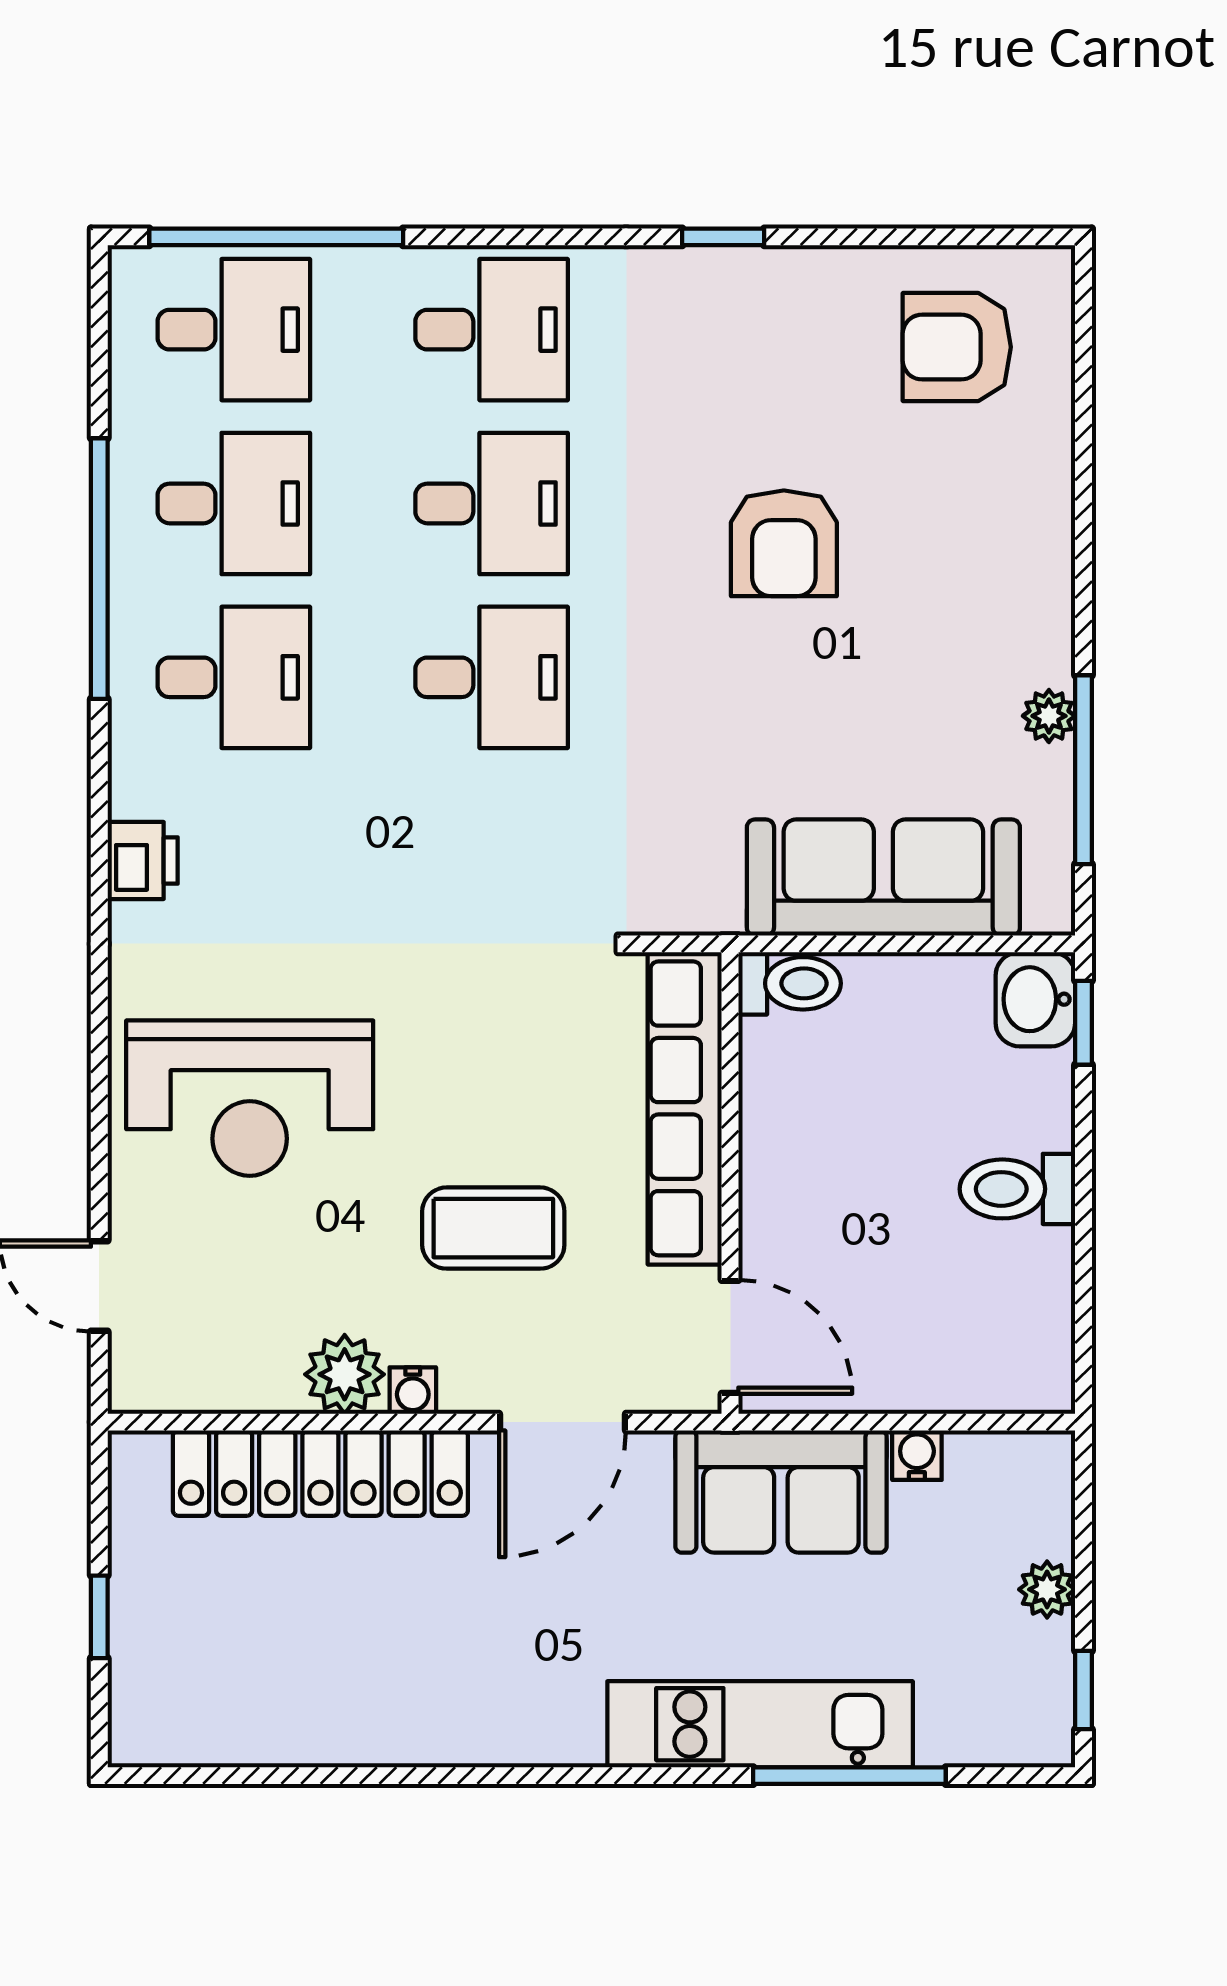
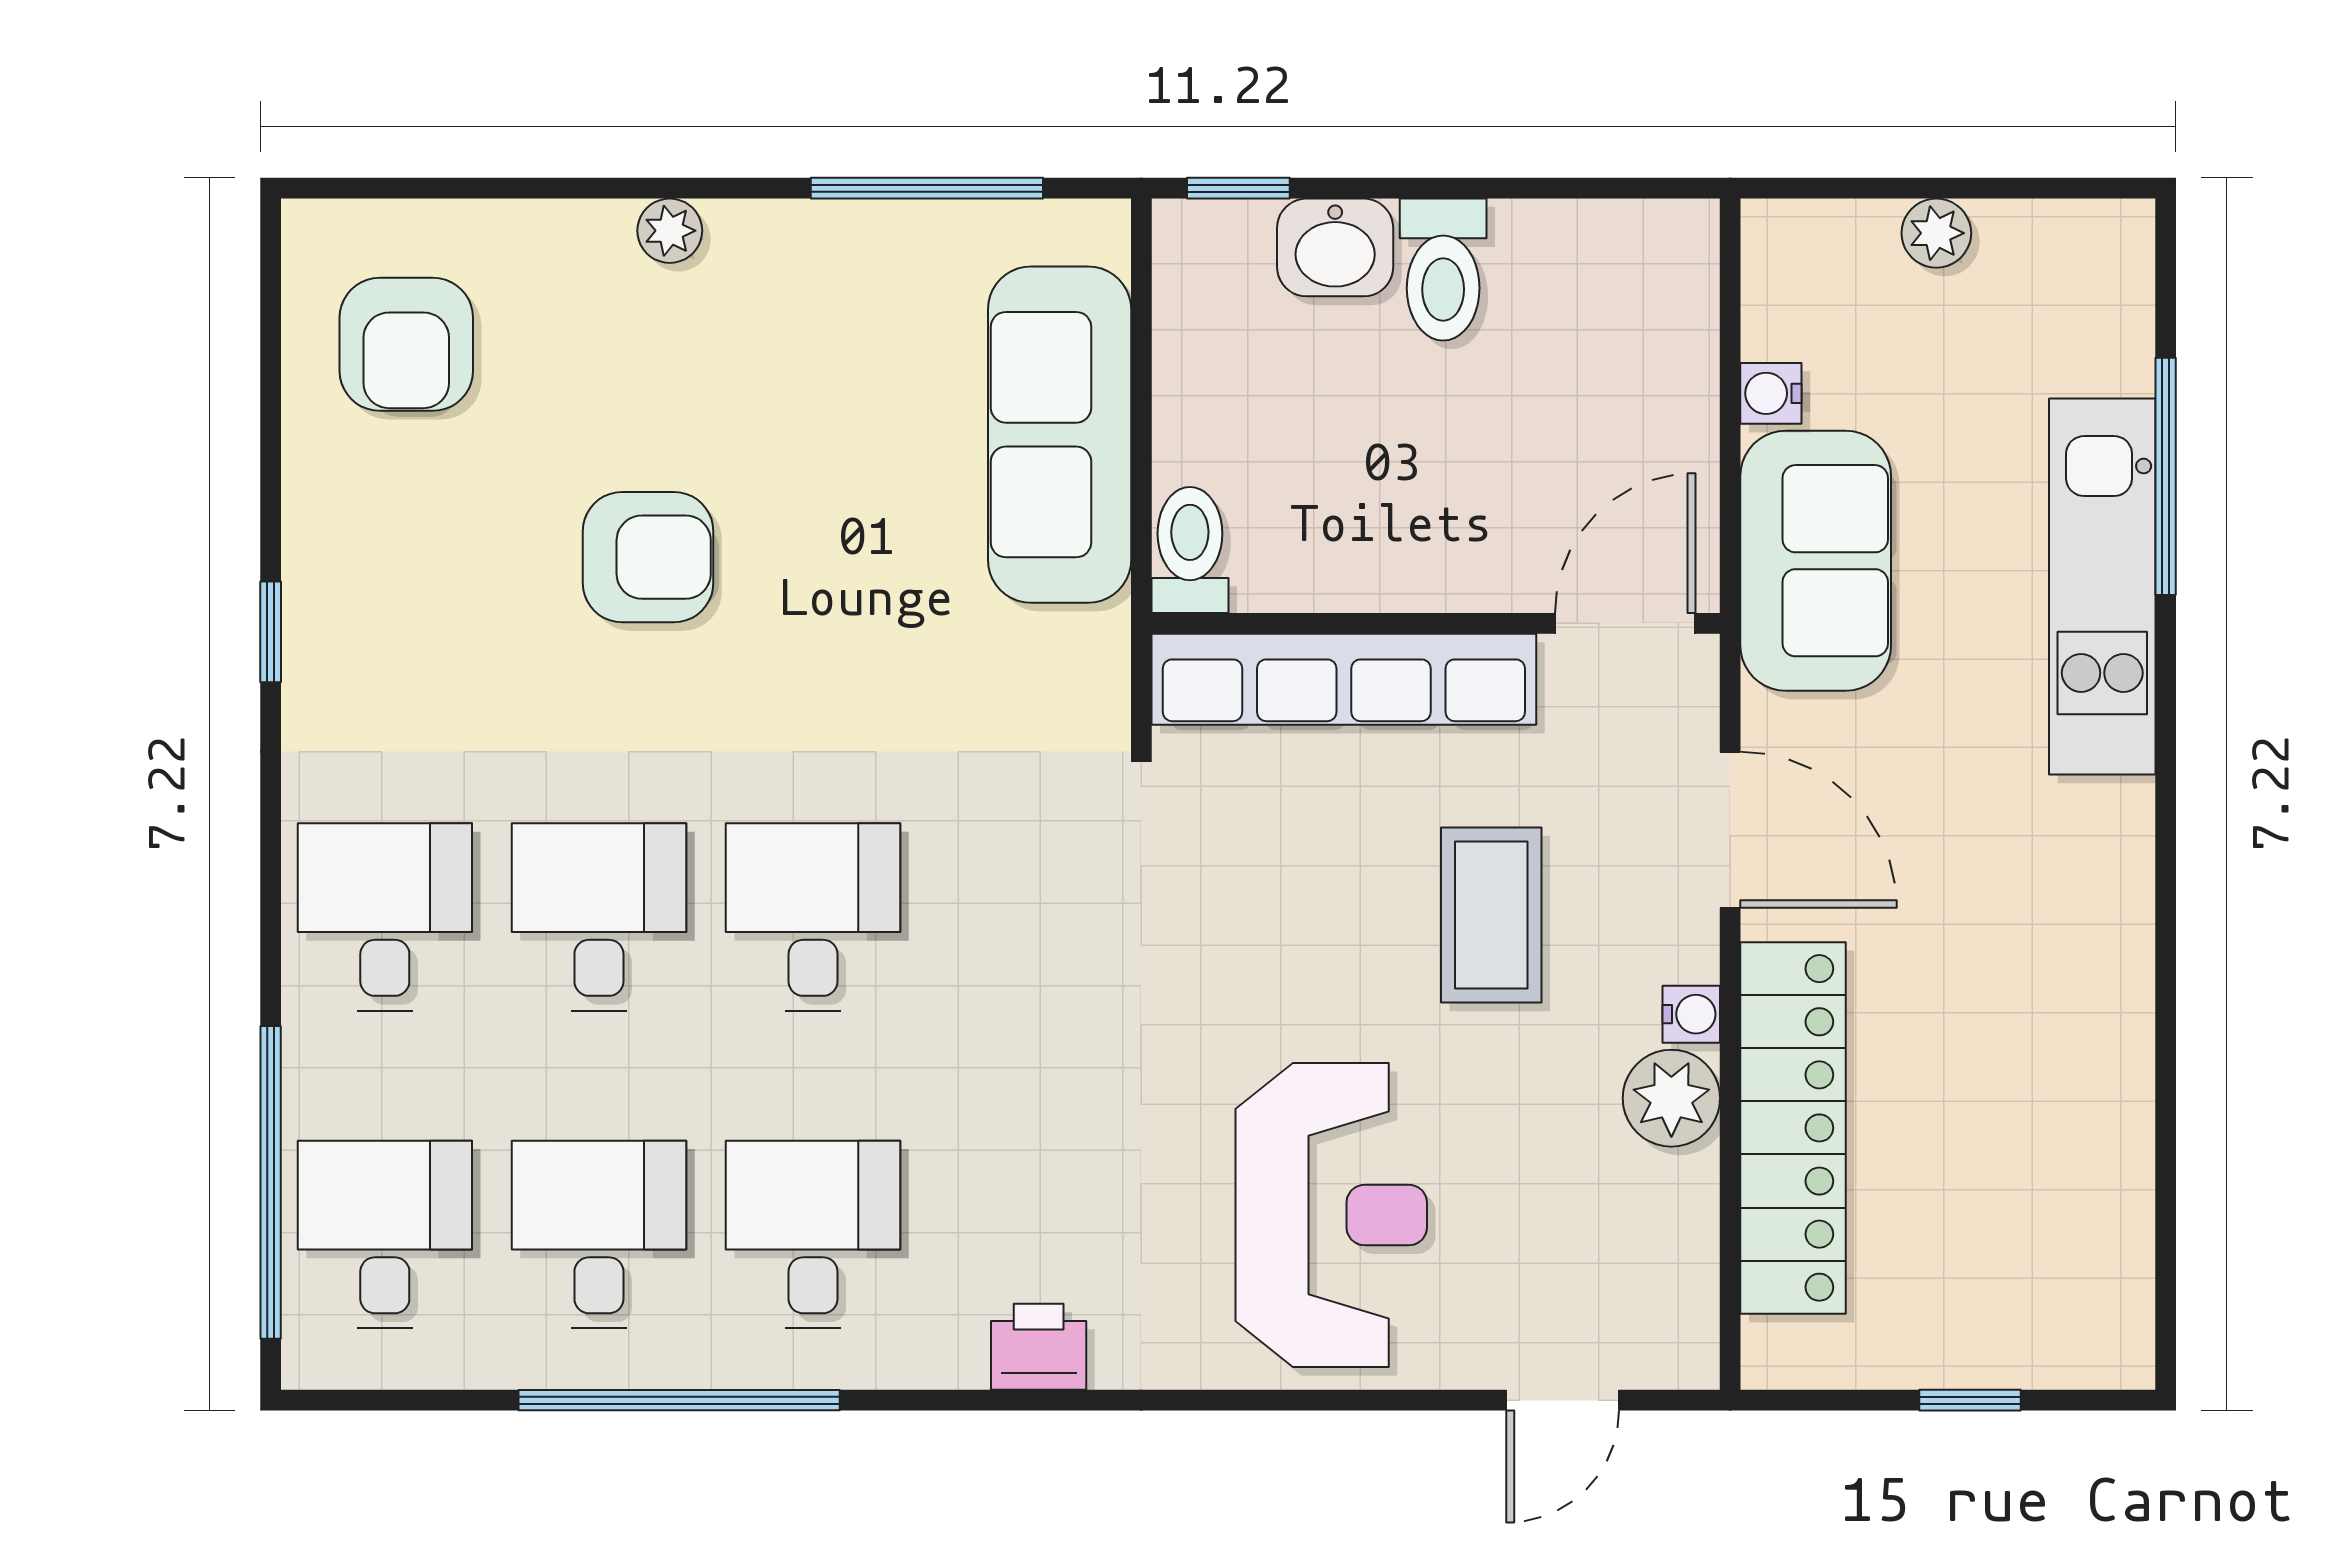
plant: (1049, 716) -> (670, 231), moved
washbasin: (1035, 999) -> (1335, 247), moved
window: (1083, 1690) -> (2060, 188), removed

